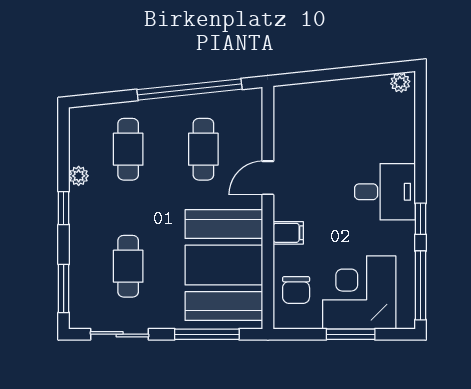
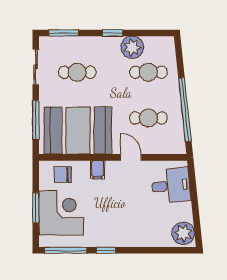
plant: (400, 83) -> (183, 233), width x1.88, depth x1.88
plant: (79, 176) -> (132, 47), width x1.87, depth x1.87
desk: (385, 192) -> (171, 185), moved, turned -96

